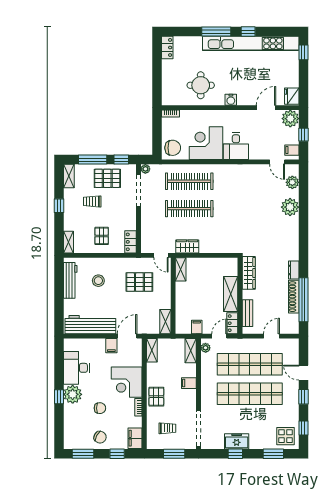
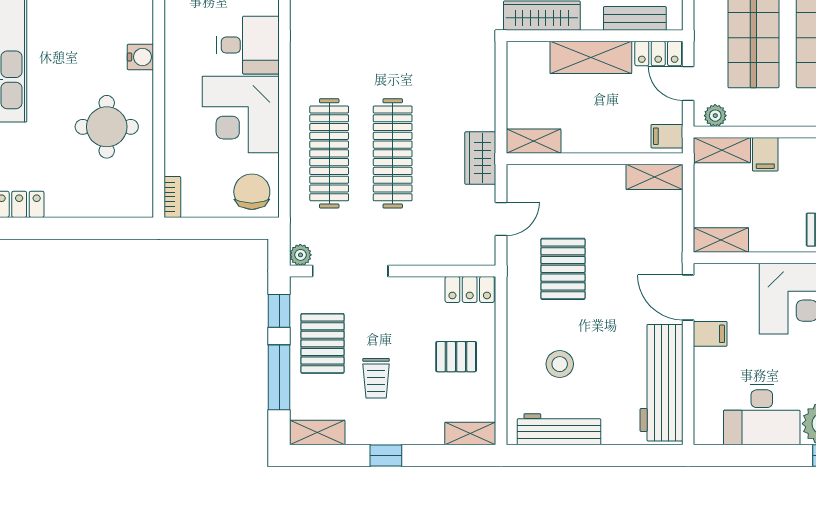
shelving: (181, 269) -> (534, 141), moved
wall: (173, 296) -> (595, 159), moved
shelving: (165, 322) -> (654, 177), moved
filing cabinet: (189, 383) -> (765, 154), moved

